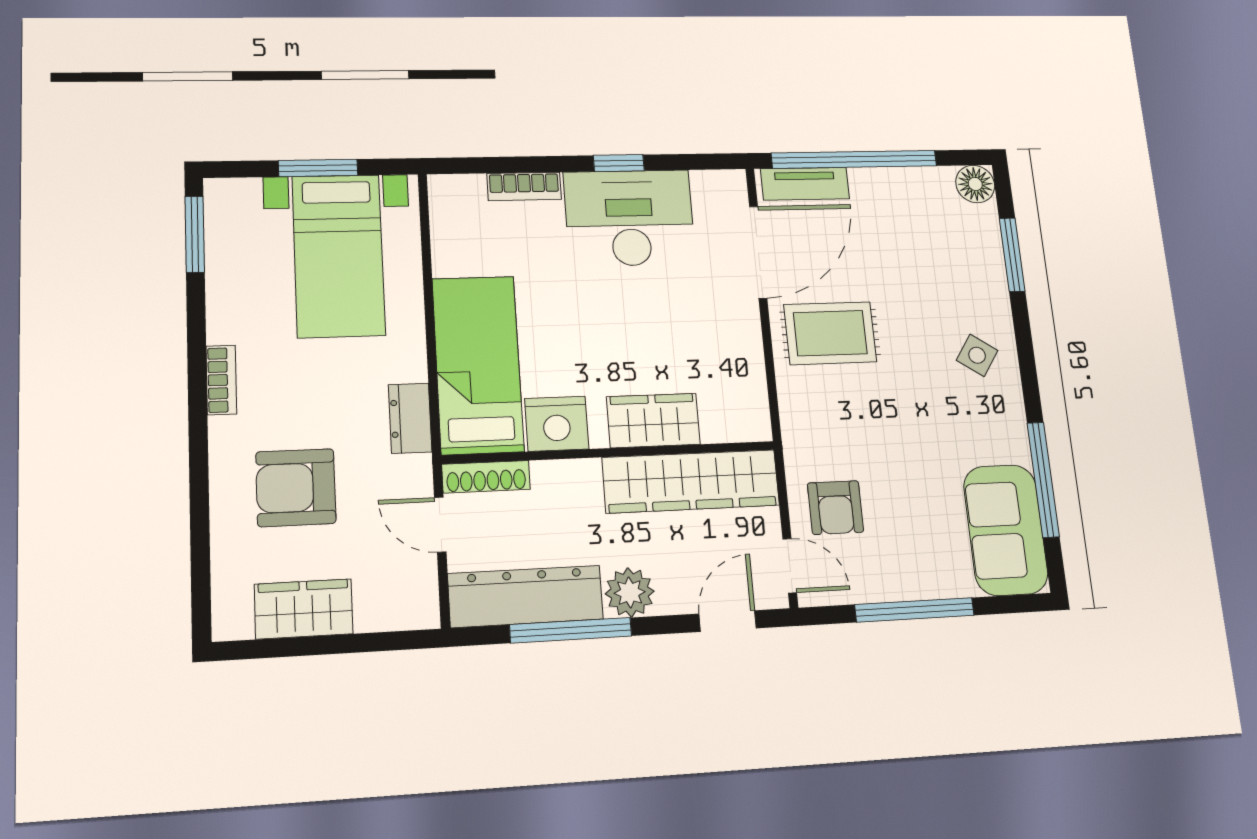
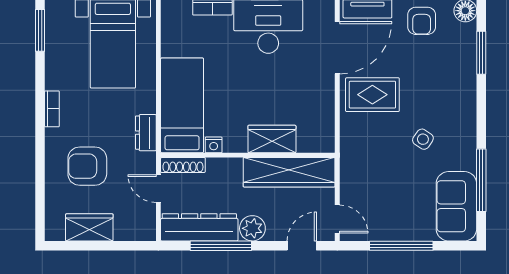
side table: (977, 355) -> (423, 139), moved
nightstand: (557, 424) -> (214, 145), width x0.53, depth x0.56
armchair: (835, 508) -> (422, 21), moved

